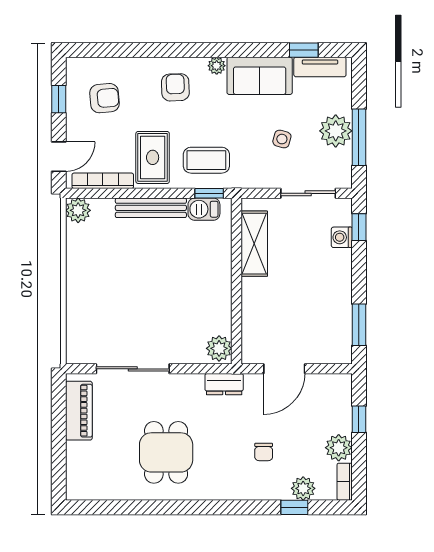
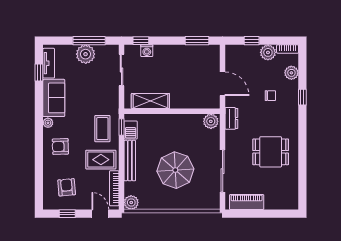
side table: (282, 139) -> (90, 85), removed
parasol: (134, 287) -> (175, 170), added
window: (294, 507) -> (302, 97), moved

